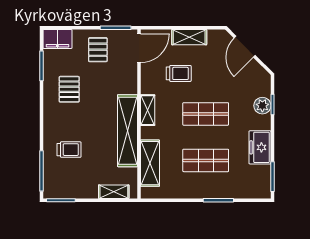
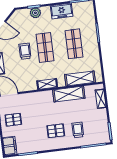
trolley: (179, 73) -> (25, 51), moved
pallet: (69, 89) -> (56, 131), moved
shelving: (128, 131) -> (69, 94), width x0.68

